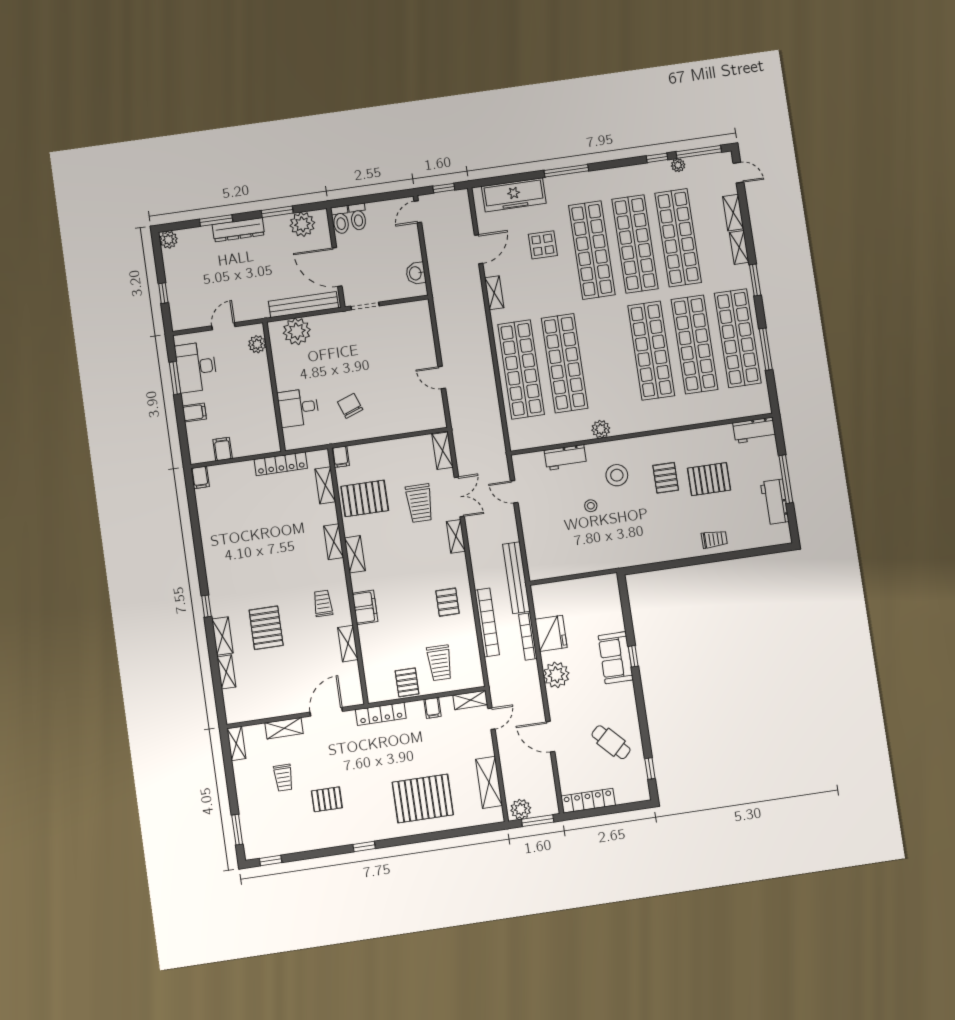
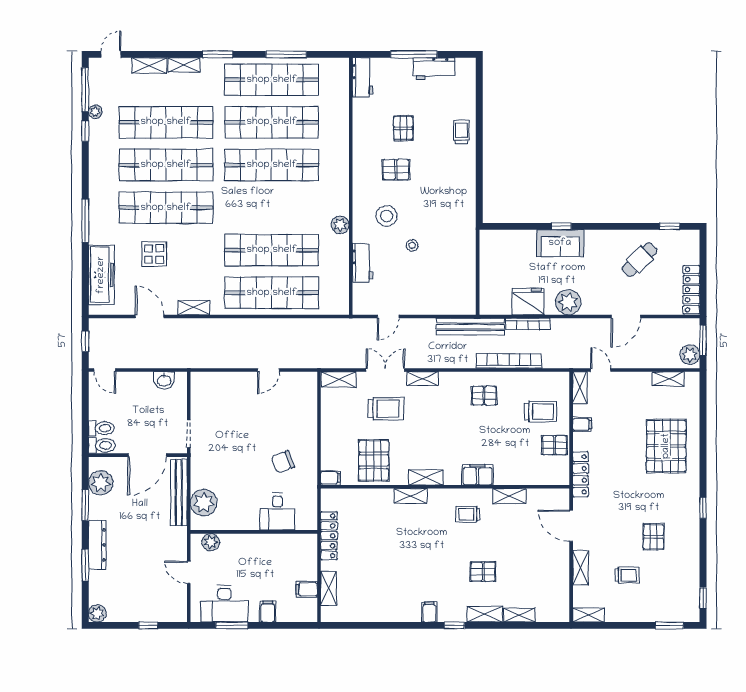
filing cabinet: (200, 477) -> (429, 612), moved, turned -90
pallet: (709, 479) -> (403, 128), width x0.67, depth x0.71
shelving: (325, 485) -> (328, 588), moved, turned 90
pallet: (266, 628) -> (483, 572), width x0.67, depth x0.71
shelving: (489, 782) -> (668, 379), width x0.67, depth x0.75

